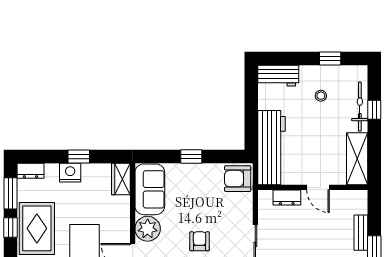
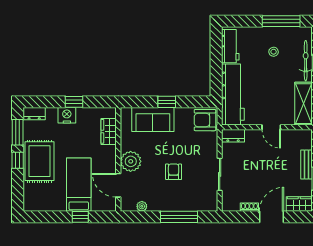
window: (330, 59) -> (281, 21), width x2.17
workbench: (278, 76) -> (230, 46), moved, turned -90
wardrobe: (121, 179) -> (109, 131), moved
sofa: (150, 189) -> (153, 120), moved, turned 90
dresser: (287, 198) -> (233, 136), moved

